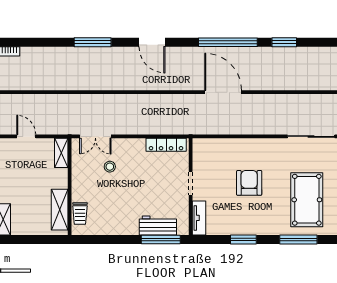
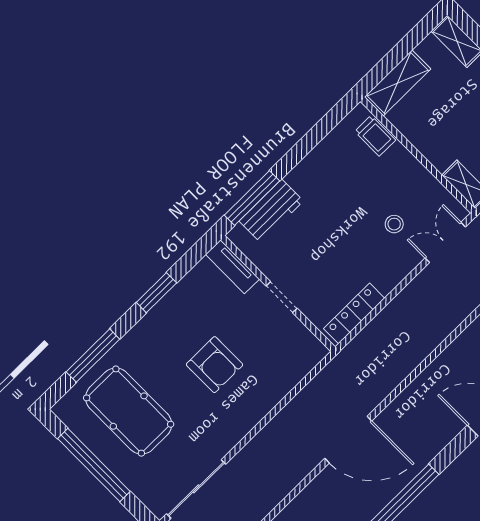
shelving: (60, 210) -> (398, 83), moved, turned 90
trolley: (80, 213) -> (375, 136), turned 180

